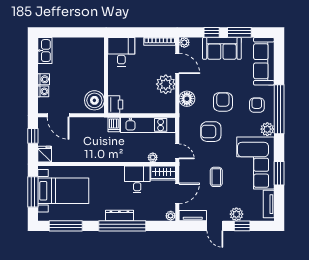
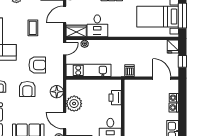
boiler: (94, 100) -> (132, 90), removed
printer: (115, 105) -> (115, 98), moved
dishwasher: (114, 125) -> (130, 71), moved
door: (177, 151) -> (65, 49), swing flipped

